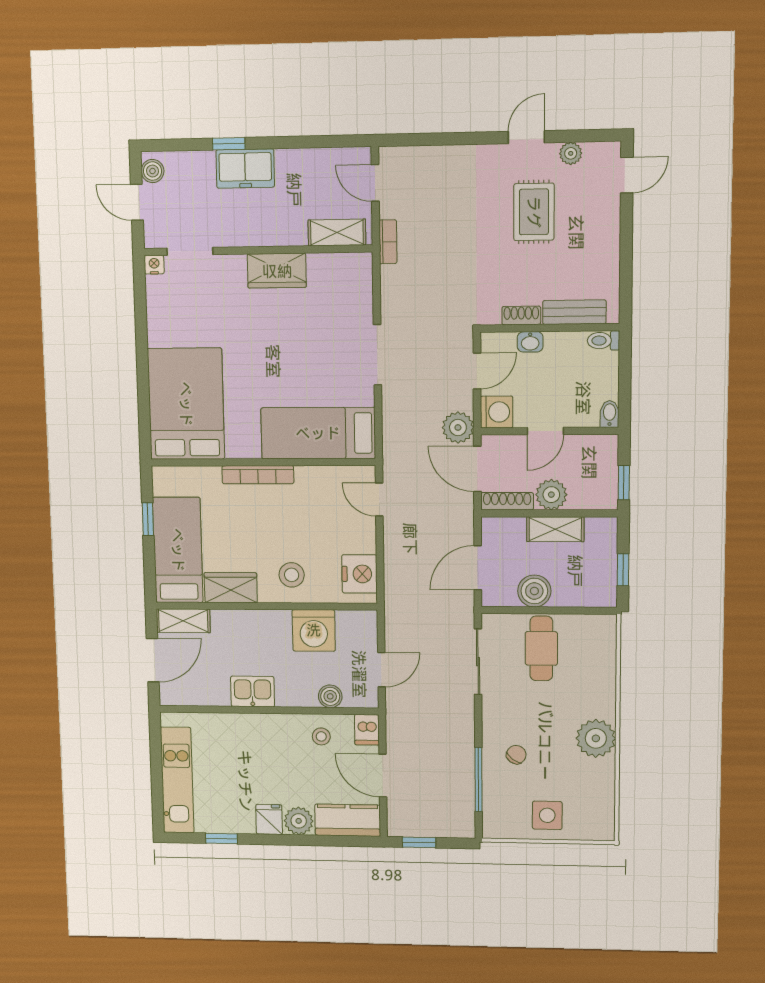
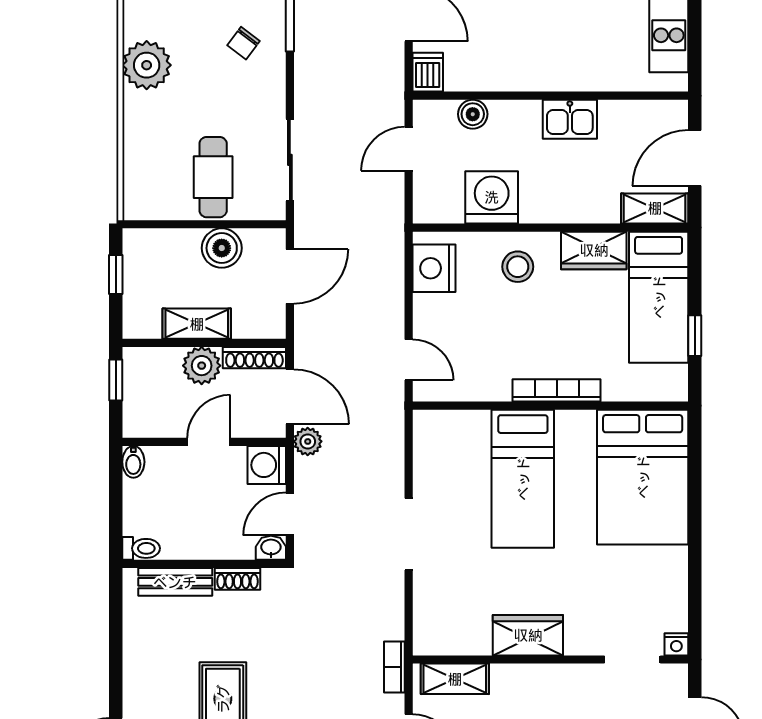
washbasin: (530, 342) -> (271, 548), moved
plant: (458, 427) -> (308, 441), width x0.73, depth x0.73
bed: (318, 433) -> (523, 479), moved, turned 90
stool: (321, 736) -> (485, 63), removed

